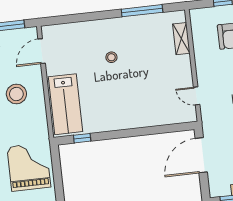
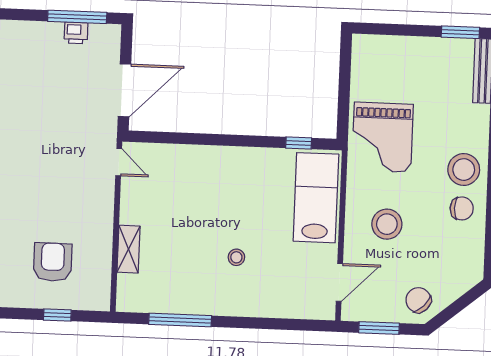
shelving: (181, 39) -> (129, 249), moved
door: (197, 96) -> (119, 162), moved
grand piano: (29, 167) -> (383, 137), moved

